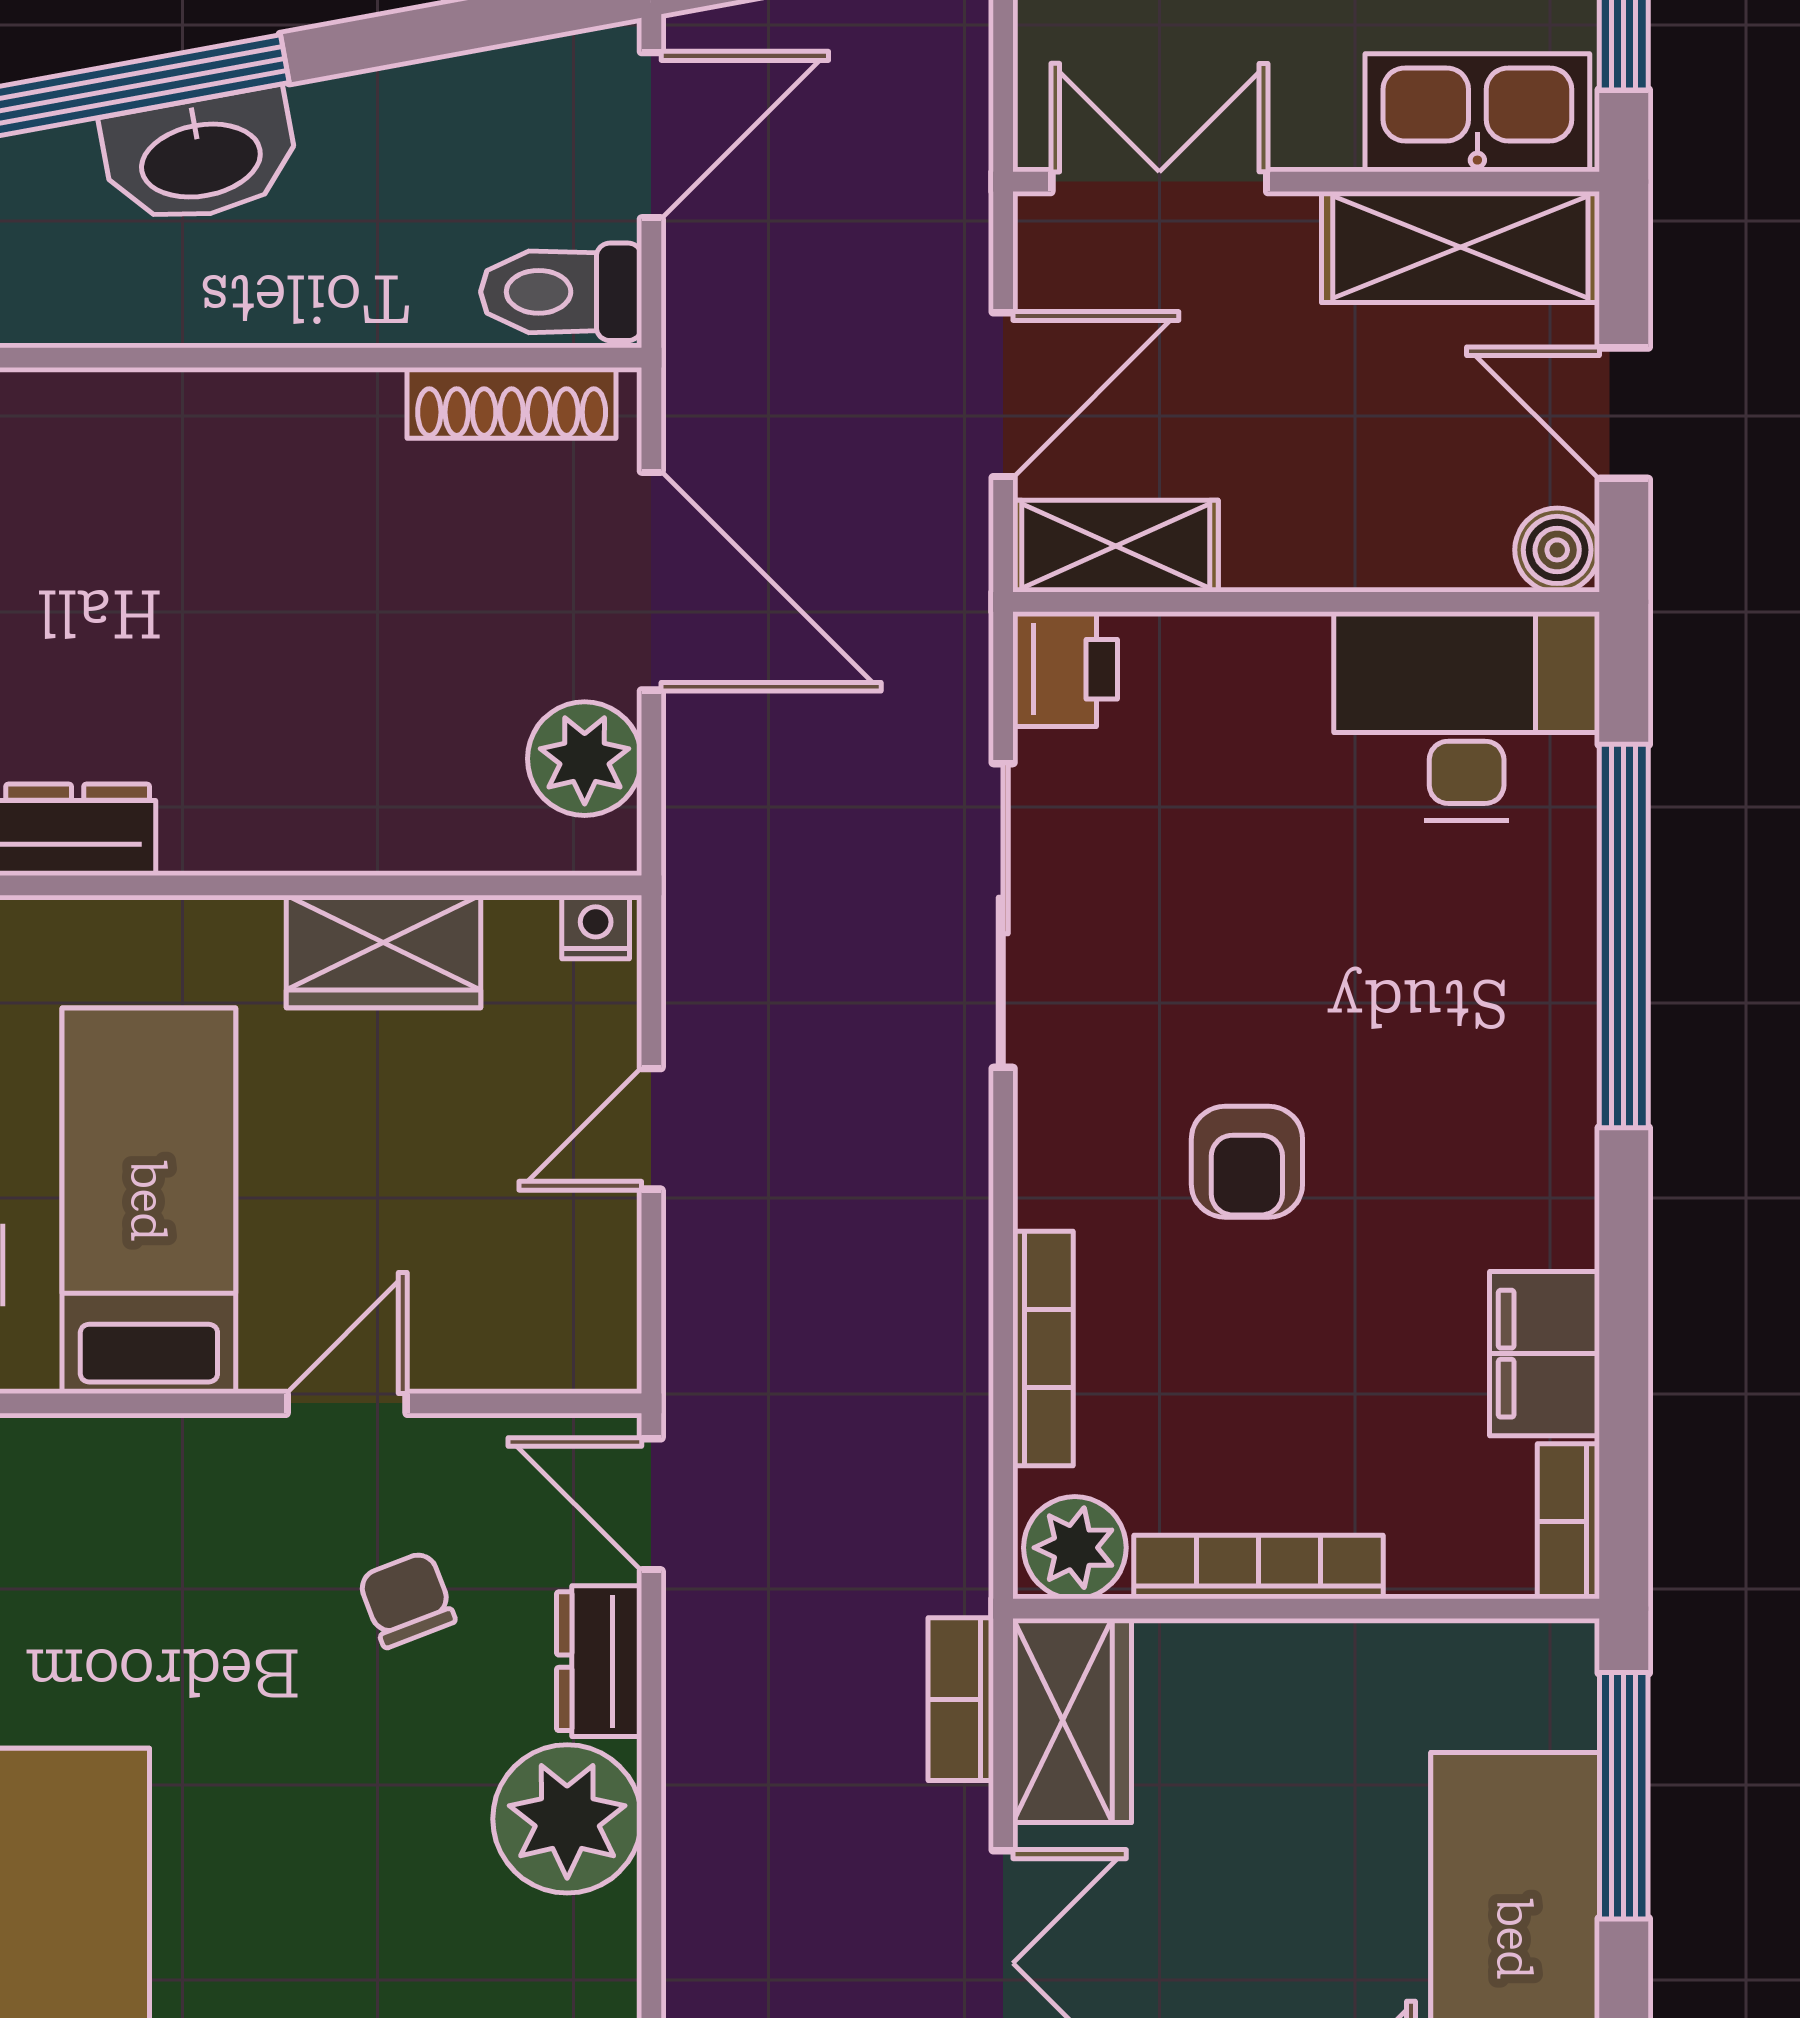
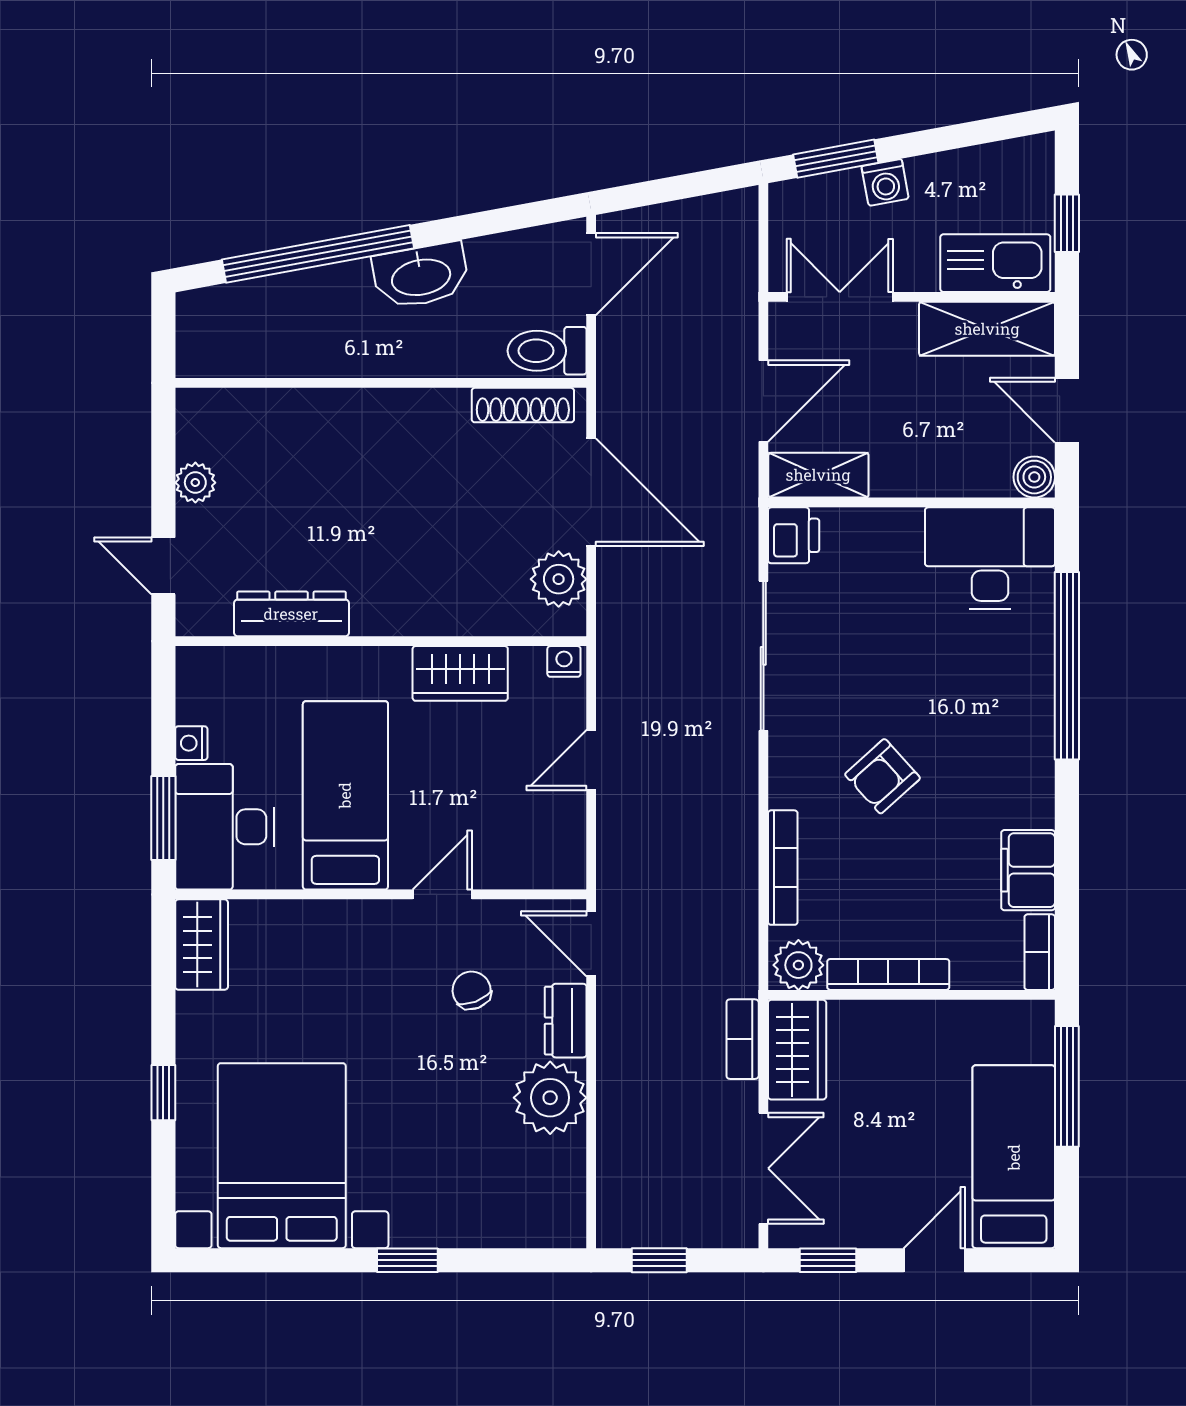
washbasin: (200, 157) -> (421, 276), moved
armchair: (1247, 1162) -> (883, 776), turned 48

